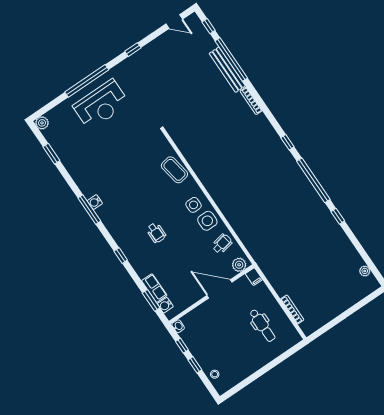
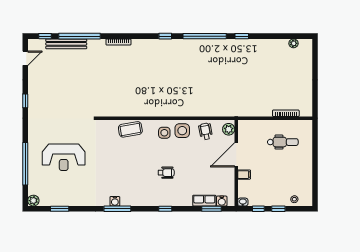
bench: (227, 70) -> (66, 44), moved
window: (87, 81) -> (25, 164), moved
reception desk: (101, 105) -> (64, 157), moved, turned 90
filing cabinet: (254, 277) -> (244, 175), moved

